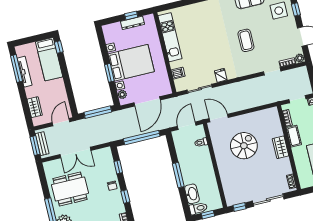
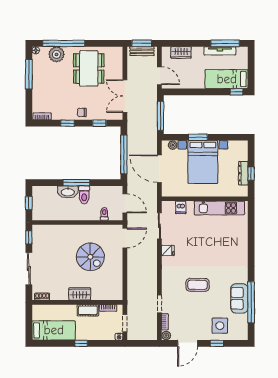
double door: (75, 152) -> (125, 96), moved
washbasin: (192, 194) -> (68, 192), moved
toilet: (198, 208) -> (84, 195), moved

